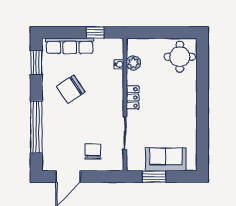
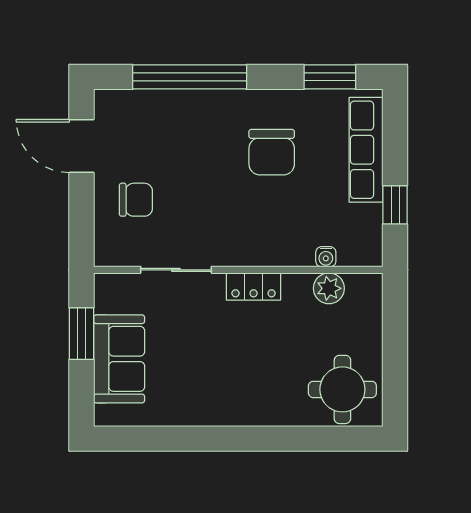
chair: (71, 89) -> (272, 152), turned -146

